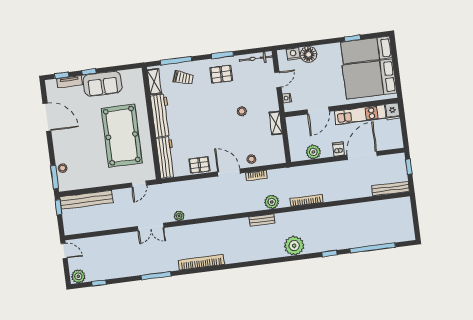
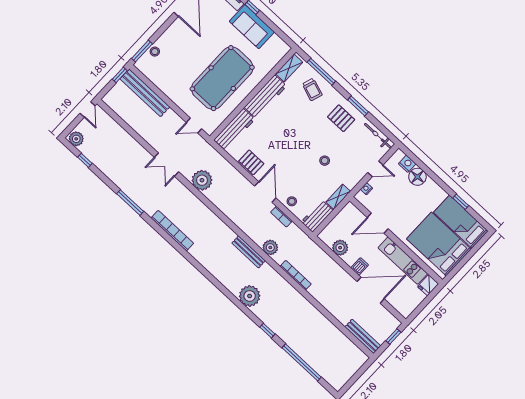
workbench: (277, 150) -> (317, 216), added
plant: (179, 216) -> (202, 180), width x1.87, depth x1.87
bench: (262, 220) -> (249, 252), width x1.36

